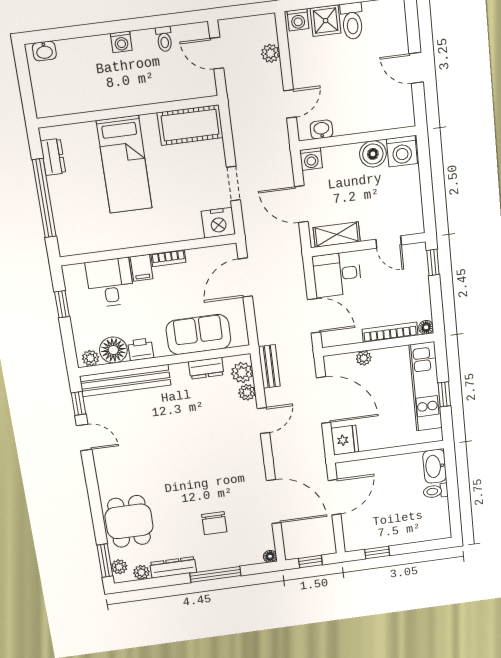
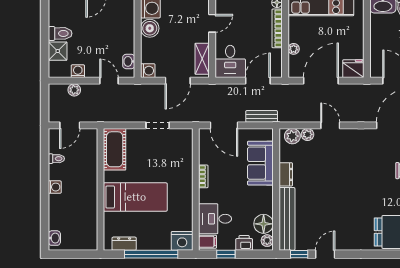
washing machine: (298, 20) -> (78, 71), moved, turned -90
nightstand: (218, 223) -> (182, 241), moved, turned 90
filing cabinet: (142, 268) -> (208, 242), moved
printer: (141, 349) -> (244, 243), moved, turned 90
bench: (269, 366) -> (262, 116), moved
dresser: (206, 368) -> (286, 174), moved

